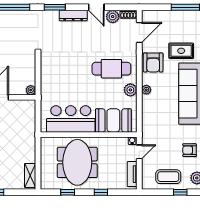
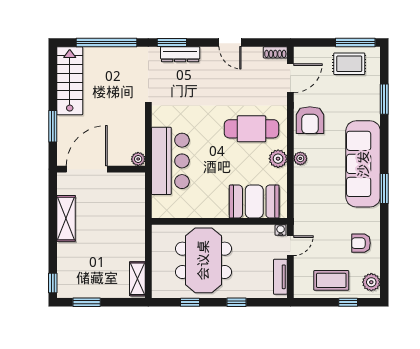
dresser: (73, 16) -> (180, 54), moved
plant: (113, 17) -> (253, 56), removed
rug: (181, 51) -> (349, 64), moved
bar counter: (71, 119) -> (170, 161), moved, turned 90

